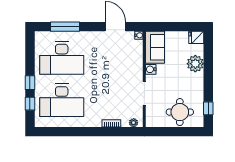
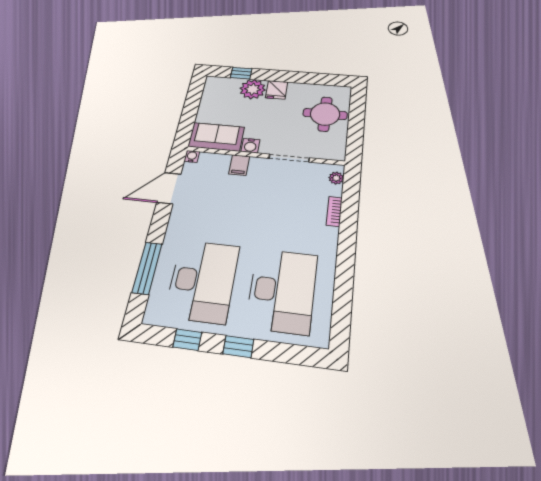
fridge: (196, 37) -> (277, 90), moved
filing cabinet: (136, 65) -> (239, 165), added
window: (30, 104) -> (187, 340), moved
window: (208, 108) -> (241, 73), moved

